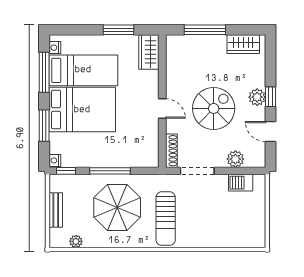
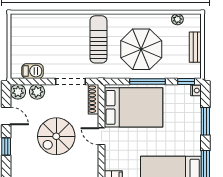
plant: (257, 97) -> (18, 92), moved
bed: (82, 110) -> (133, 107), moved, turned 180

